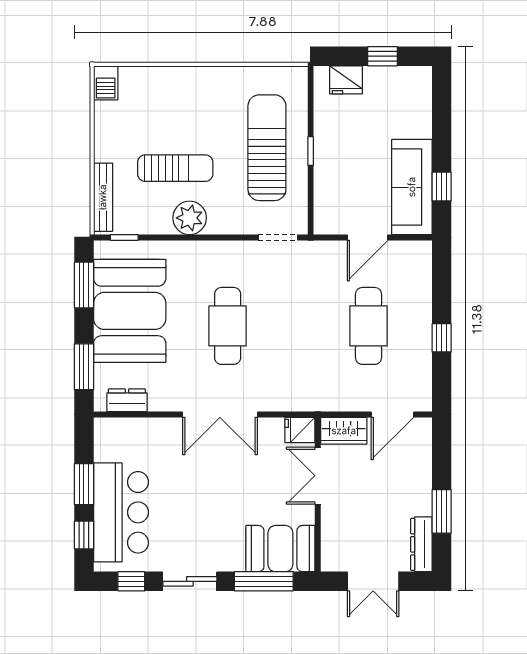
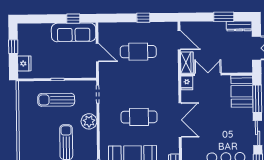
sun lounger: (267, 148) -> (56, 100), width x0.73, depth x0.75
plant: (190, 218) -> (89, 121), moved
double door: (318, 476) -> (208, 74), swing flipped

